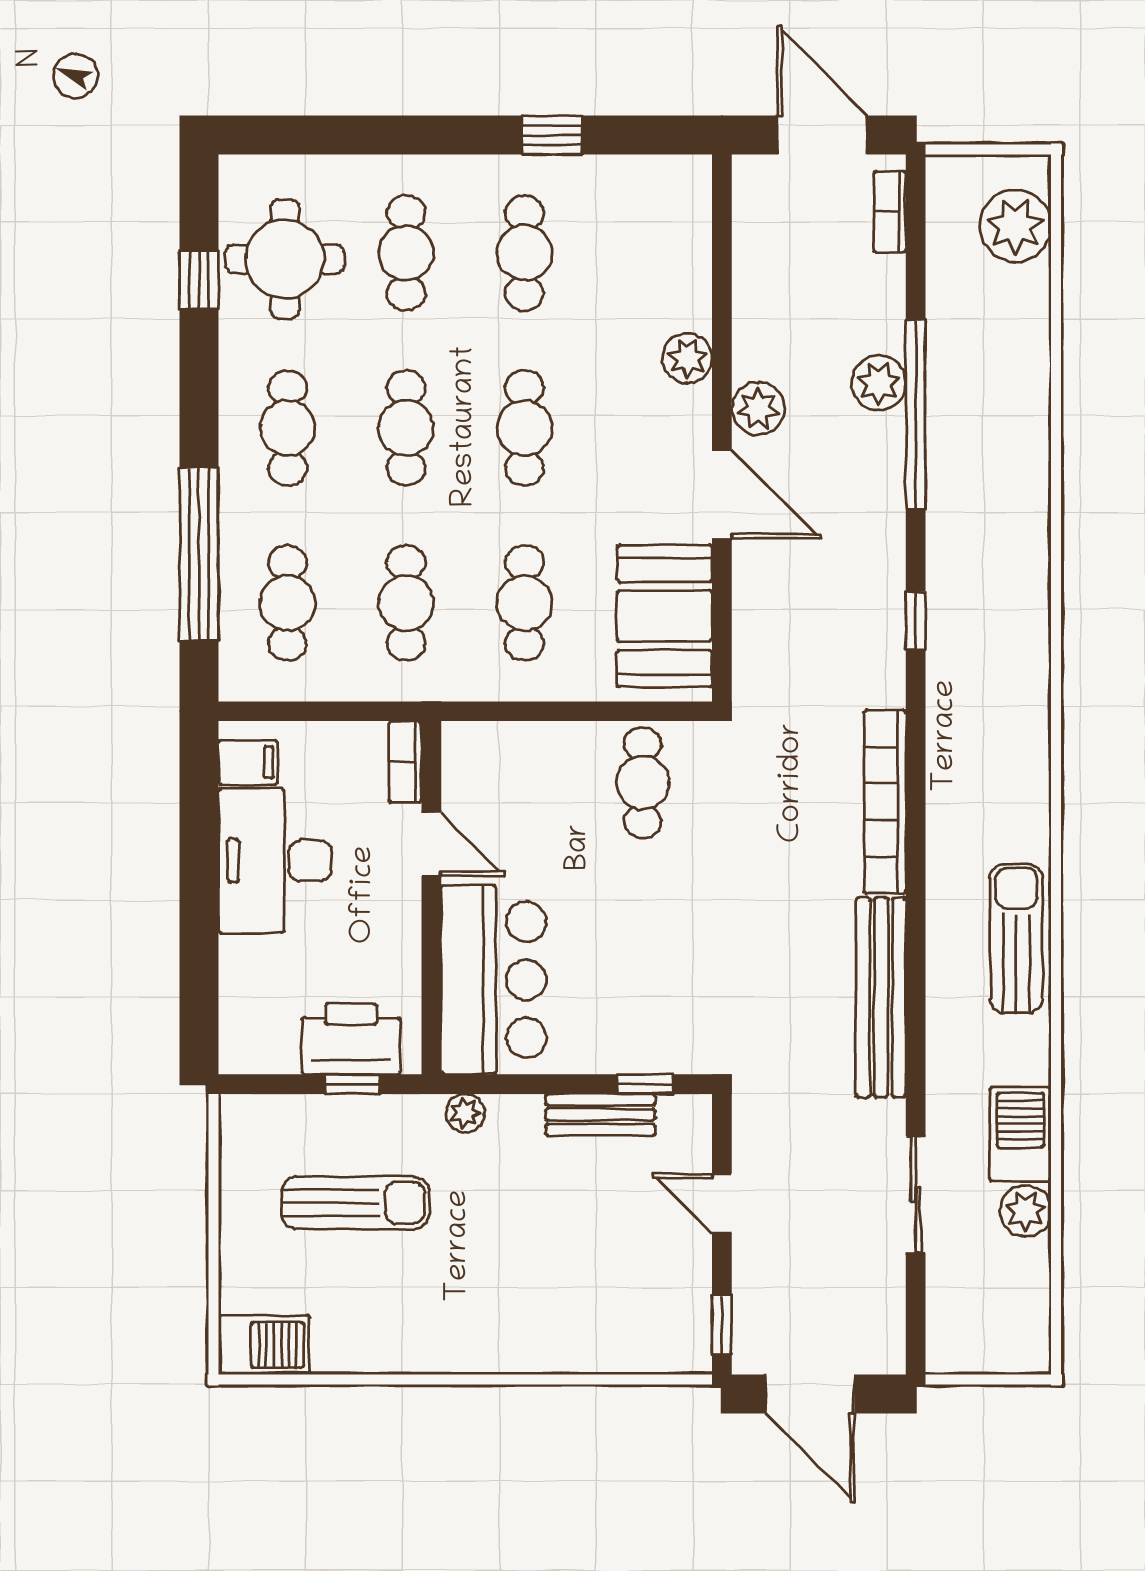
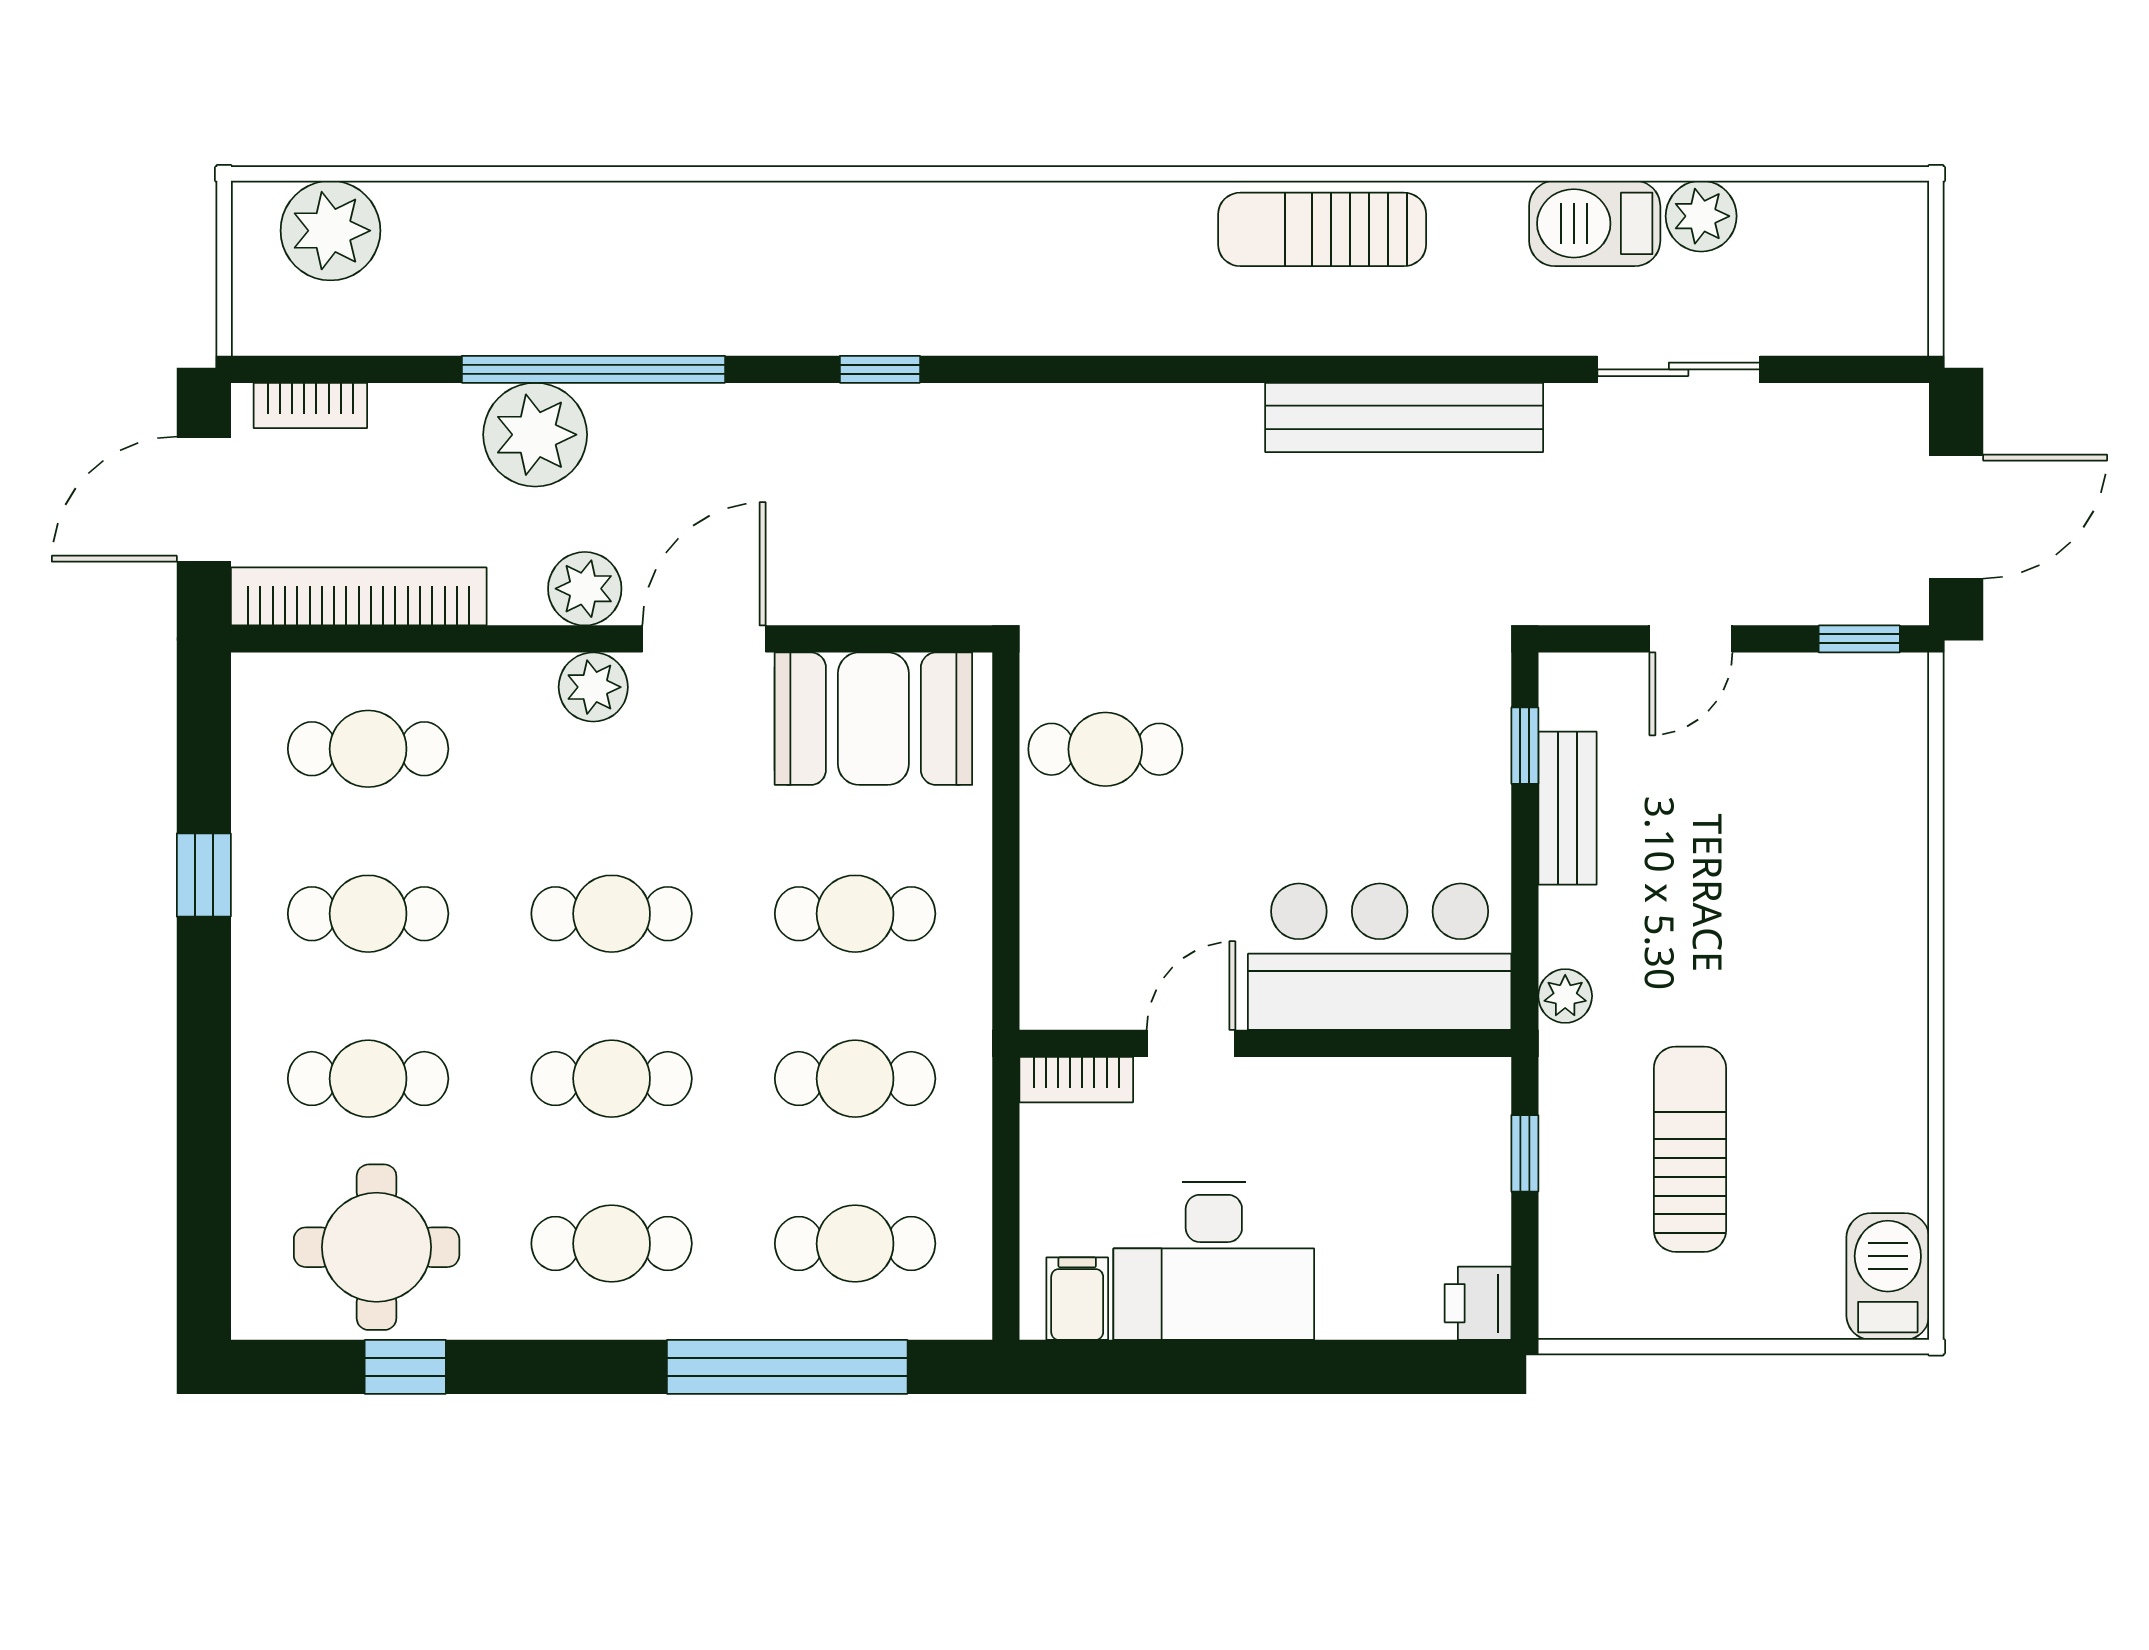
cafe table: (643, 253) -> (368, 749), added
plant: (687, 358) -> (593, 687), moved
plant: (879, 383) -> (535, 435), width x1.36, depth x1.36
bookcase: (885, 802) -> (359, 596), moved, turned 180
printer: (351, 1039) -> (1478, 1303), moved, width x0.53, depth x0.68

